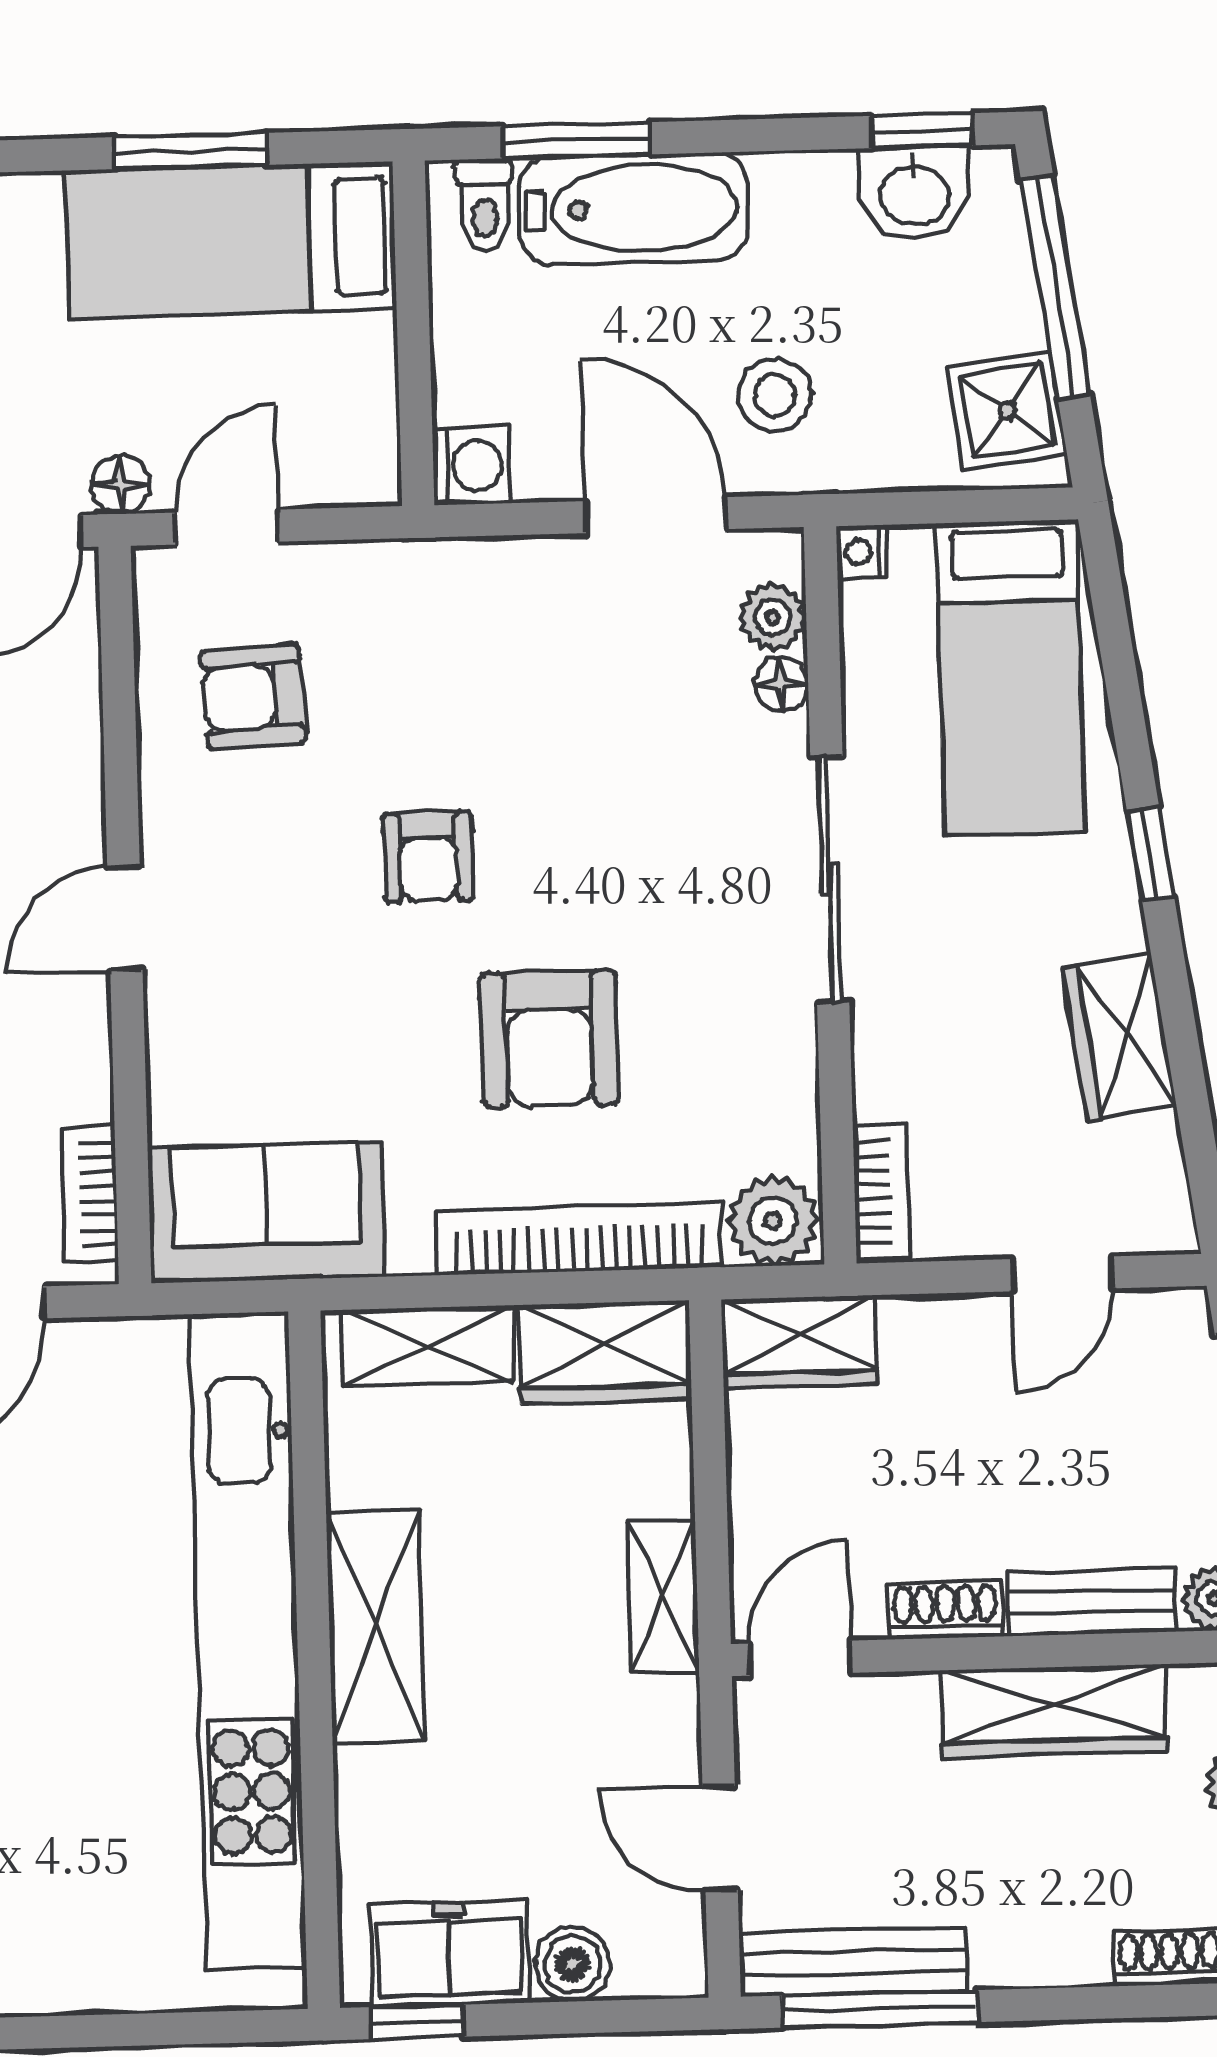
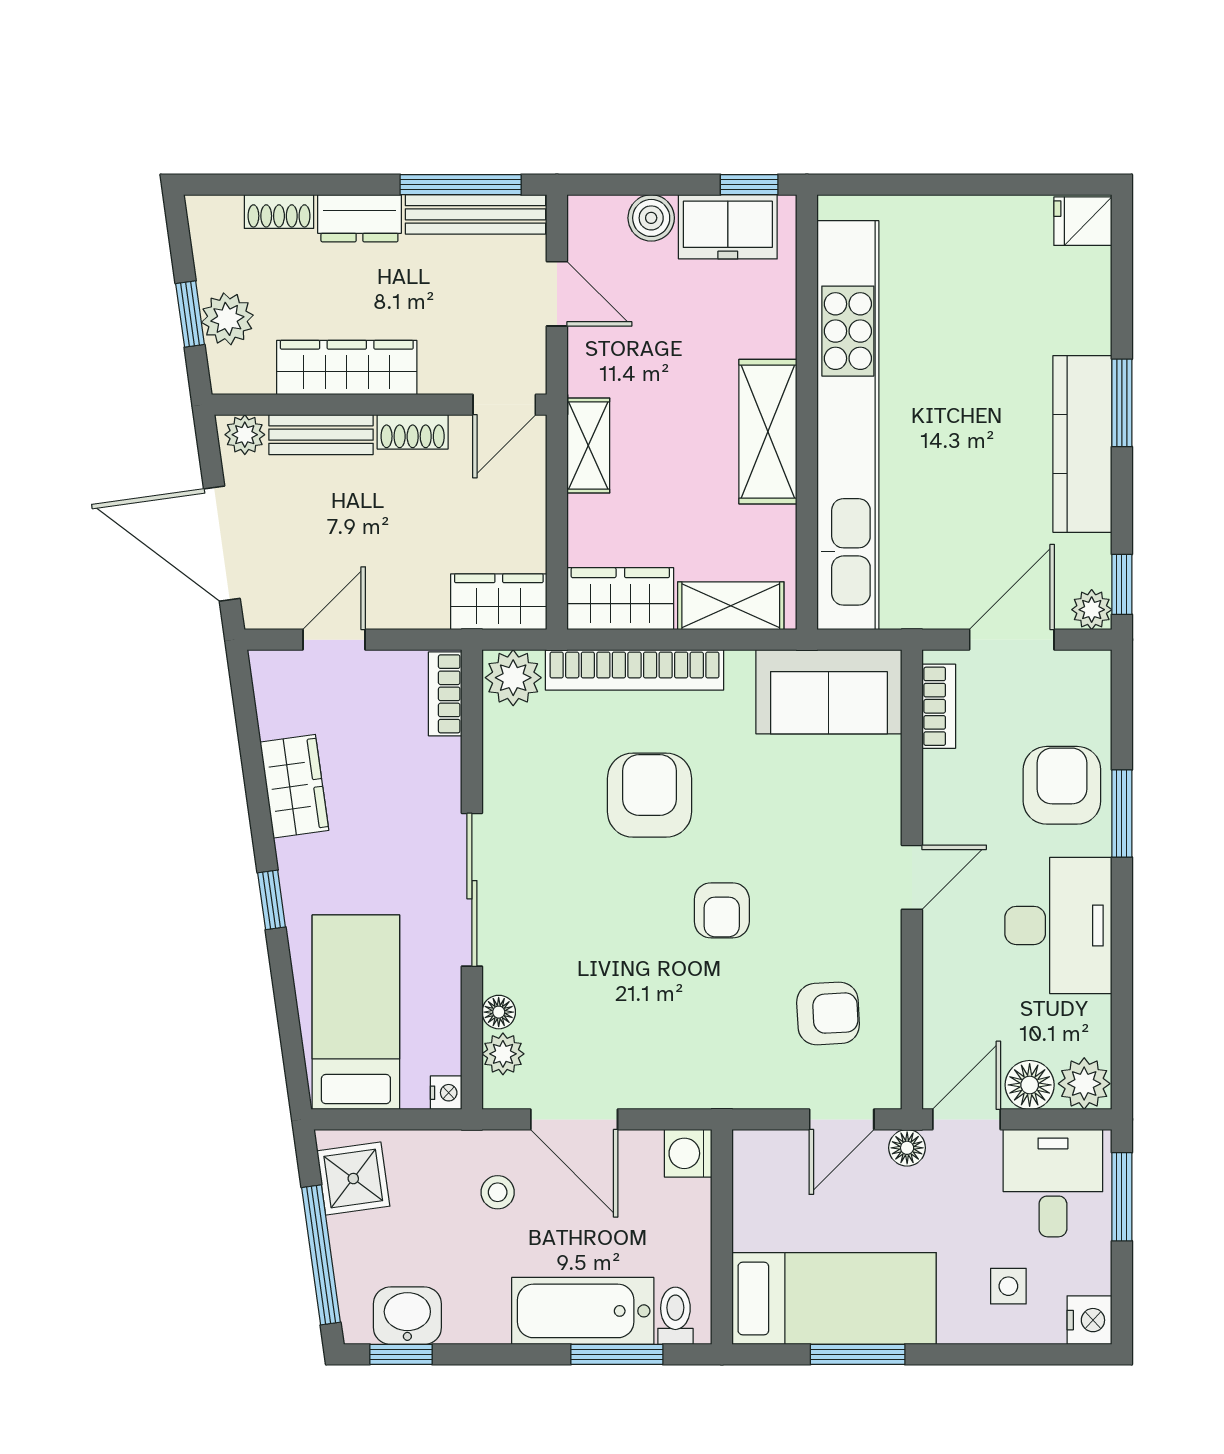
stool: (775, 395) -> (498, 1192), width x0.73, depth x0.73
armchair: (428, 857) -> (722, 910), turned 180
dresser: (1040, 1951) -> (359, 218), added

